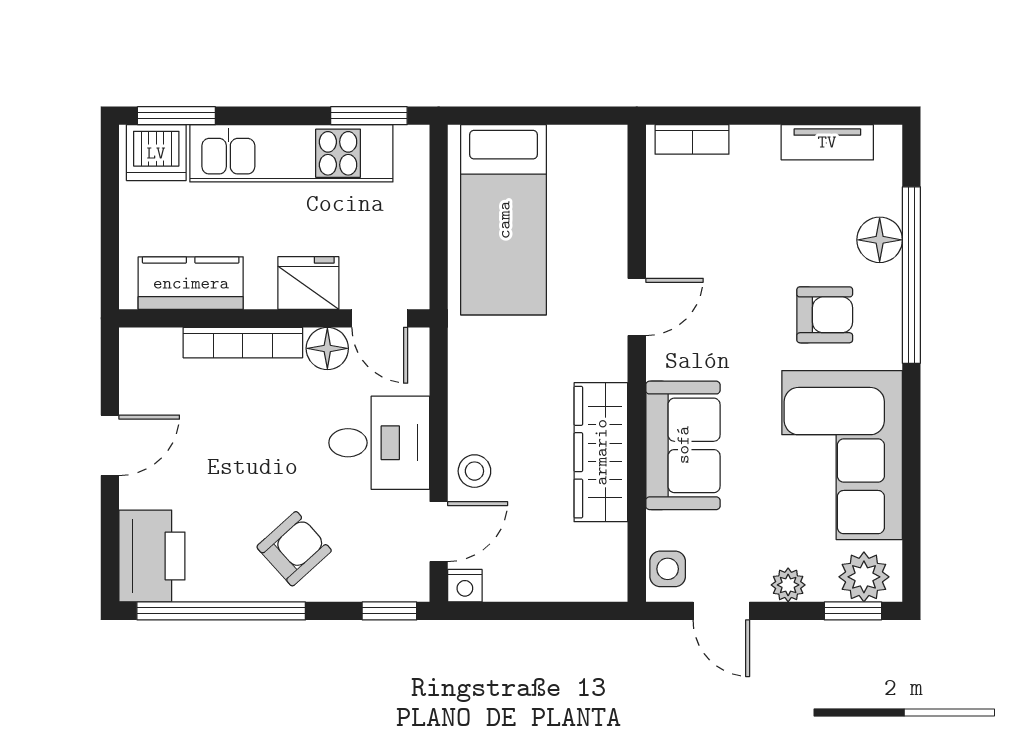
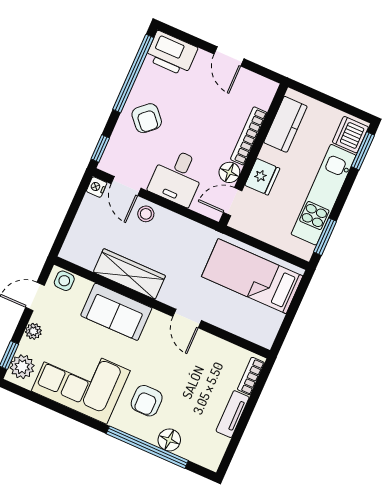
tv unit: (827, 142) -> (233, 414), moved

